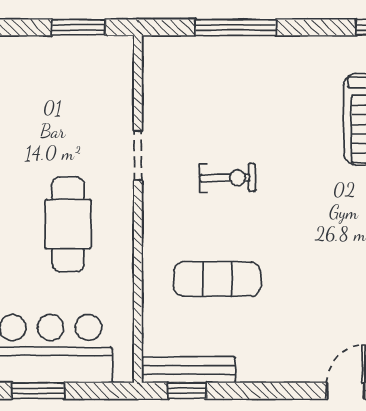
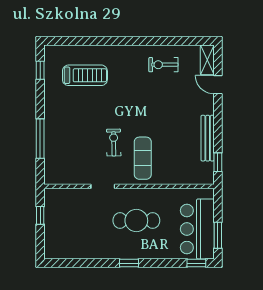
window: (78, 27) -> (40, 215), width x0.67
exercise mat: (217, 279) -> (143, 158), moved
bench: (188, 370) -> (208, 138), moved

